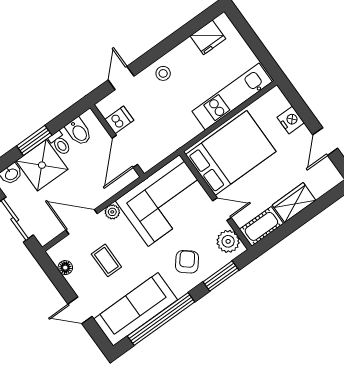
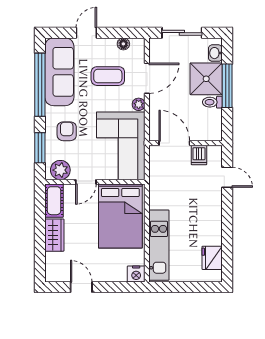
stool: (163, 73) -> (209, 209), removed
nightstand: (291, 120) -> (136, 274), moved
bidet: (79, 132) -> (211, 121), removed
window: (34, 140) -> (227, 86), width x1.44
coffee table: (106, 260) -> (108, 76), width x1.36, depth x1.30
armchair: (187, 262) -> (67, 131), turned -129

